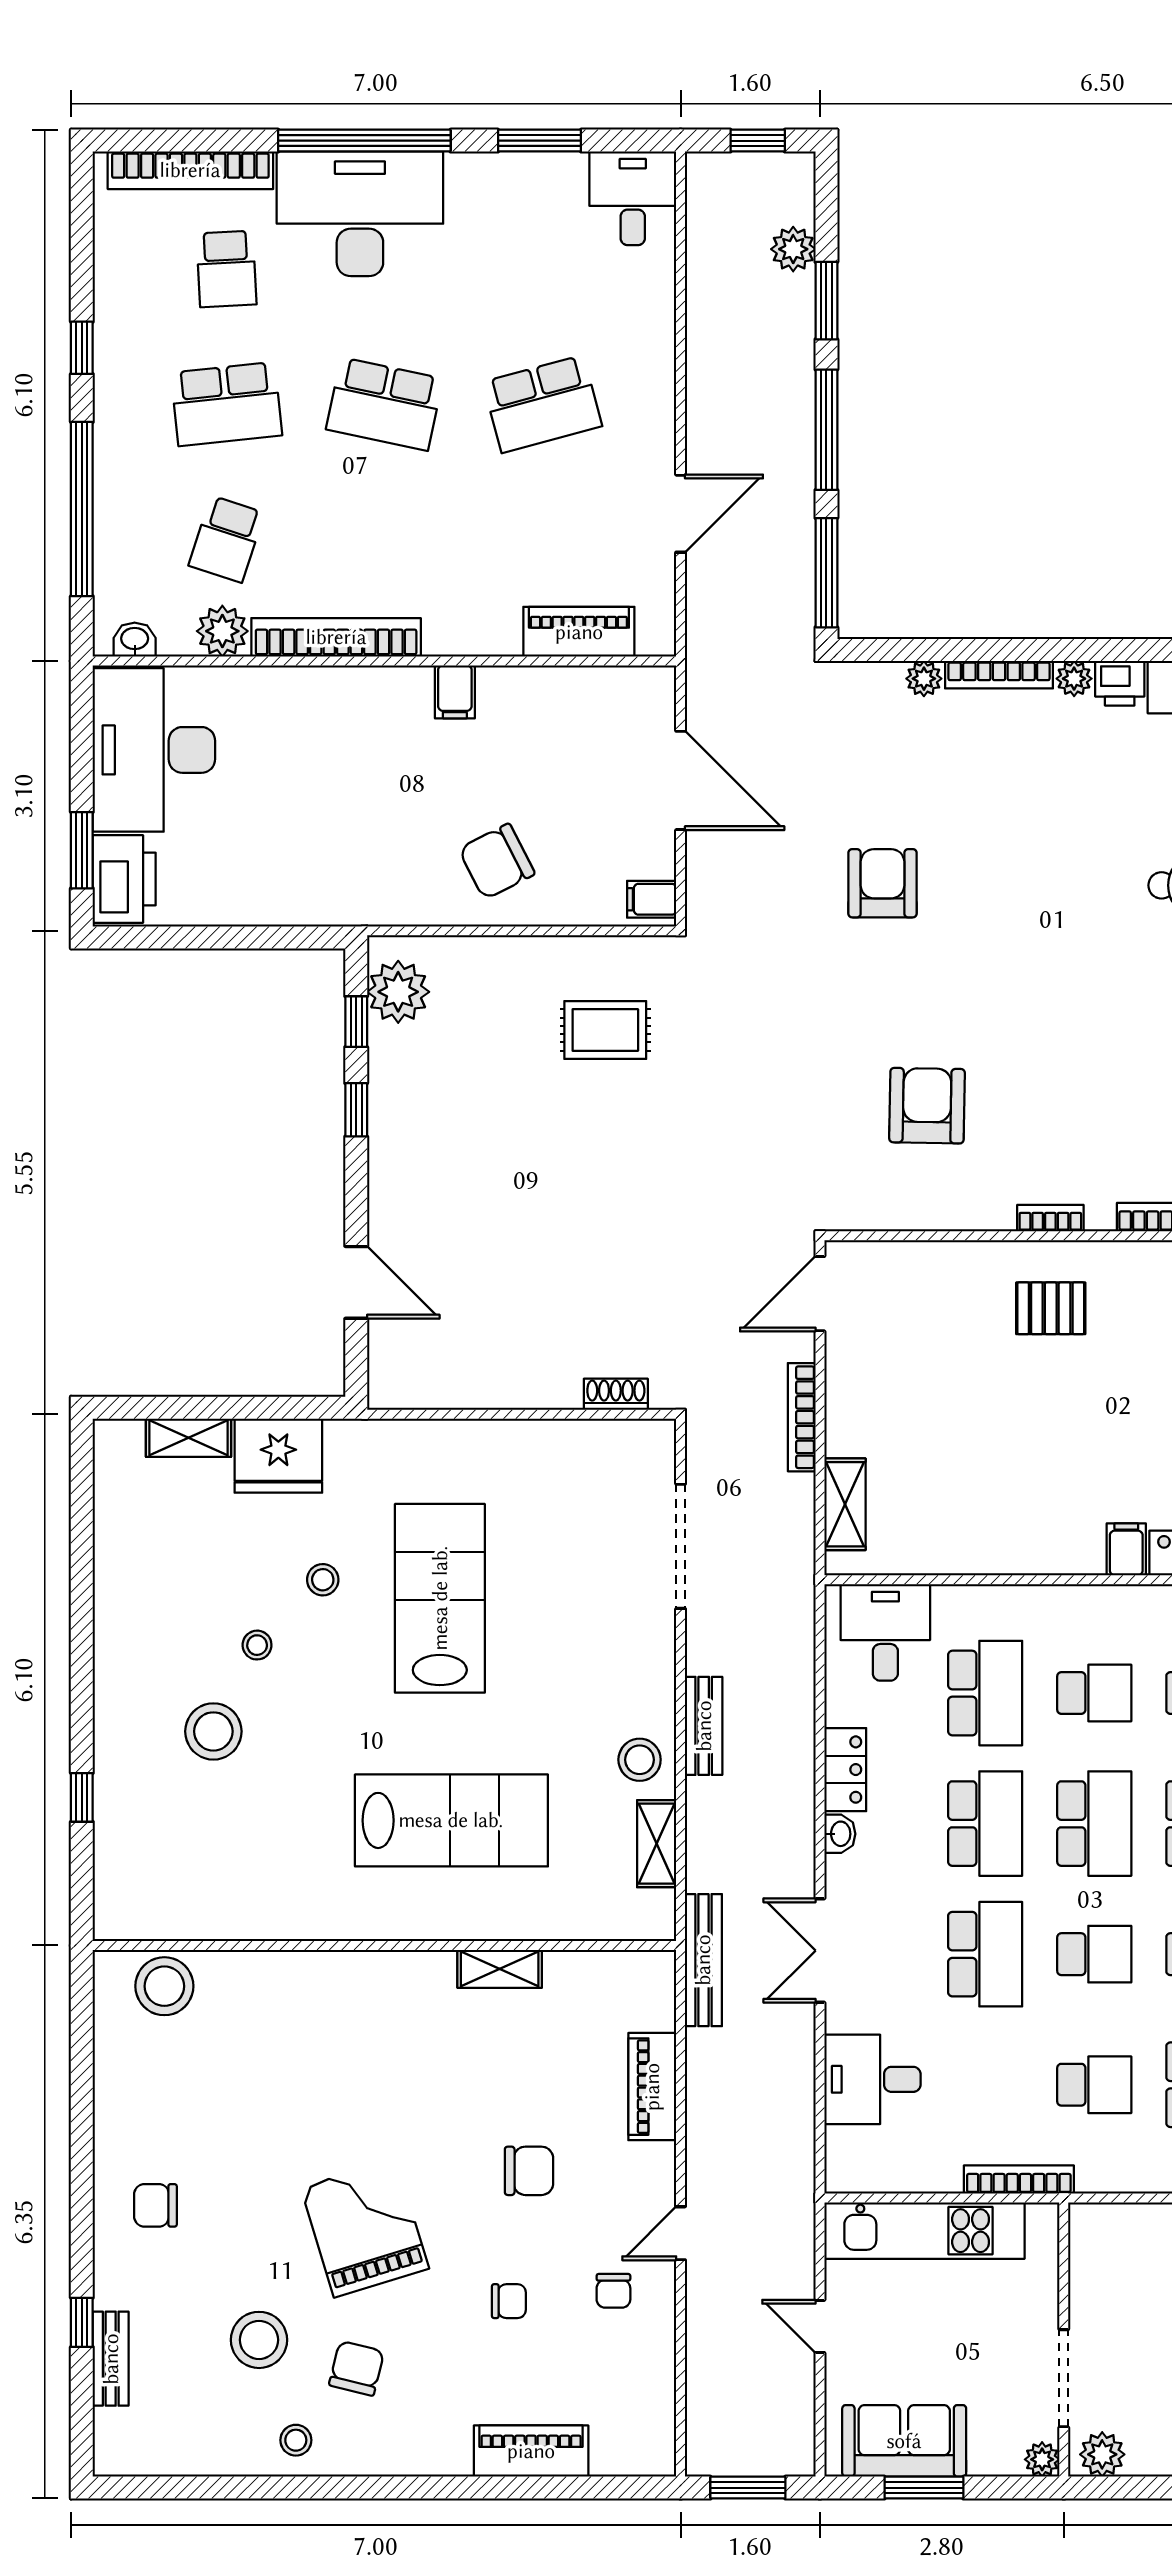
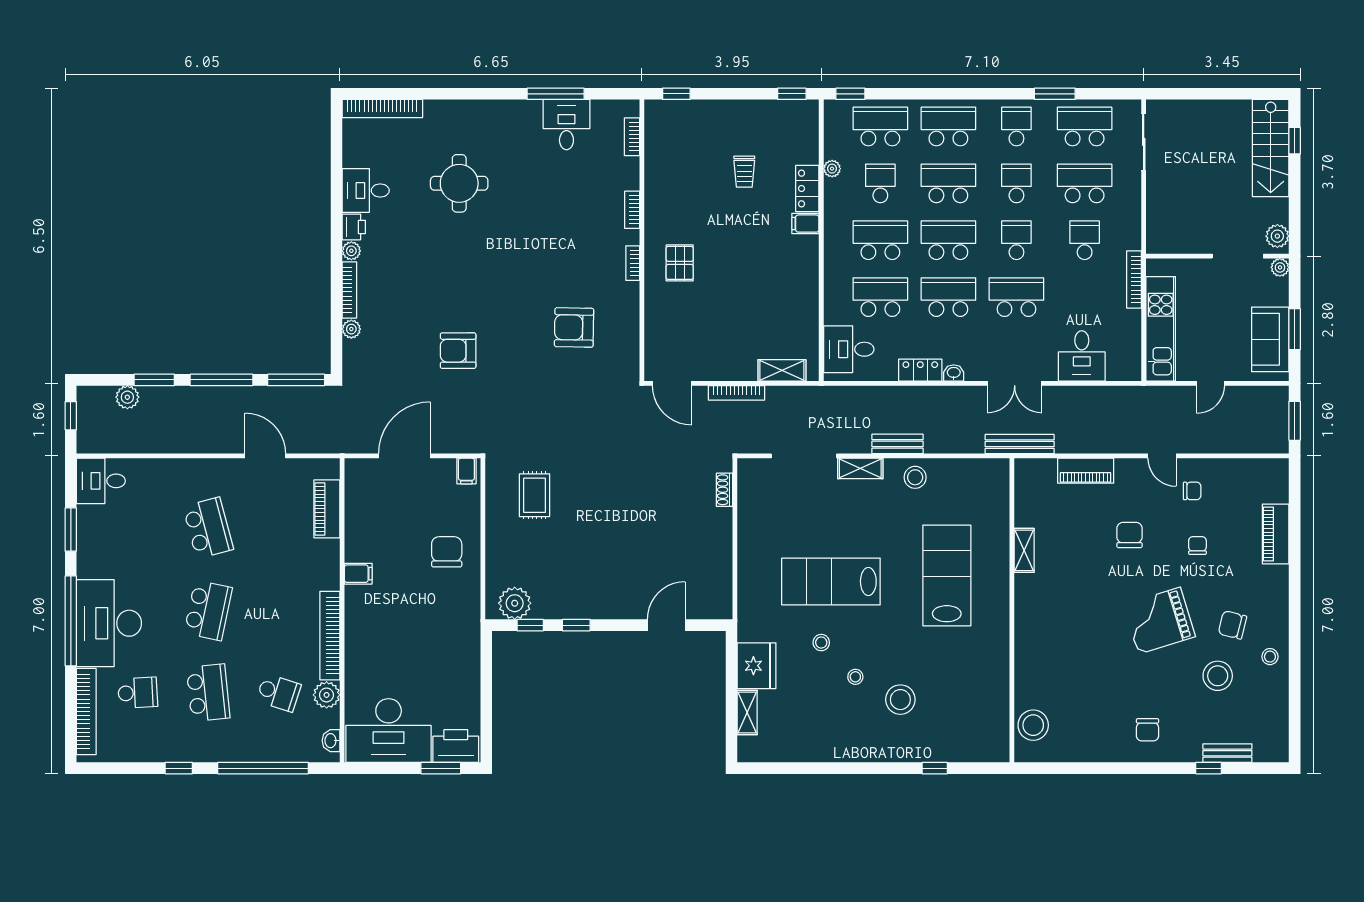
chair: (497, 861) -> (447, 552), turned -153
school desk: (1094, 1693) -> (880, 240), width x1.85
shelving: (657, 1844) -> (860, 468), moved

